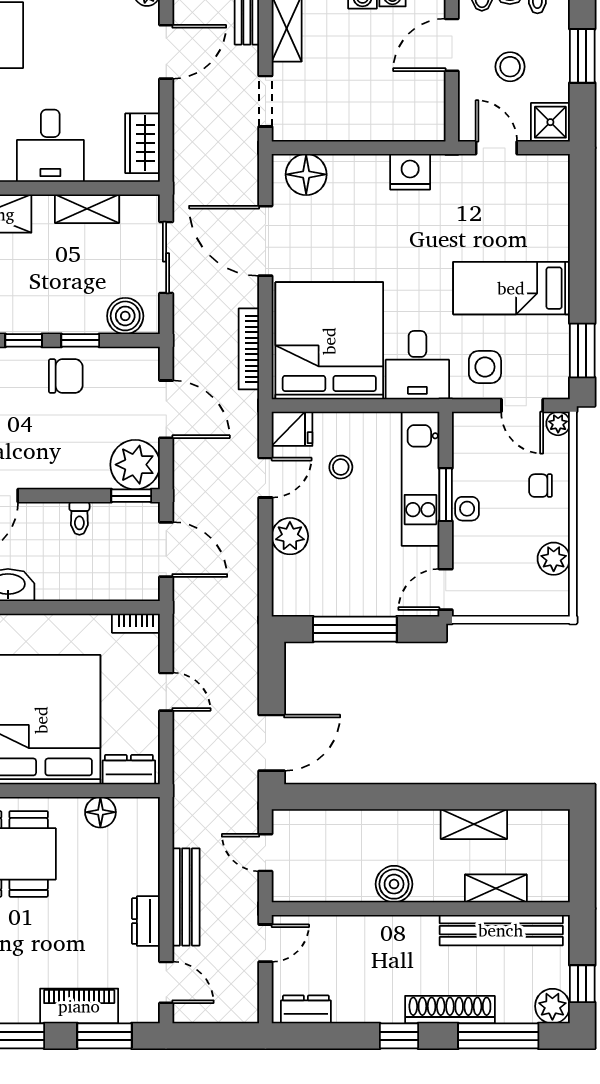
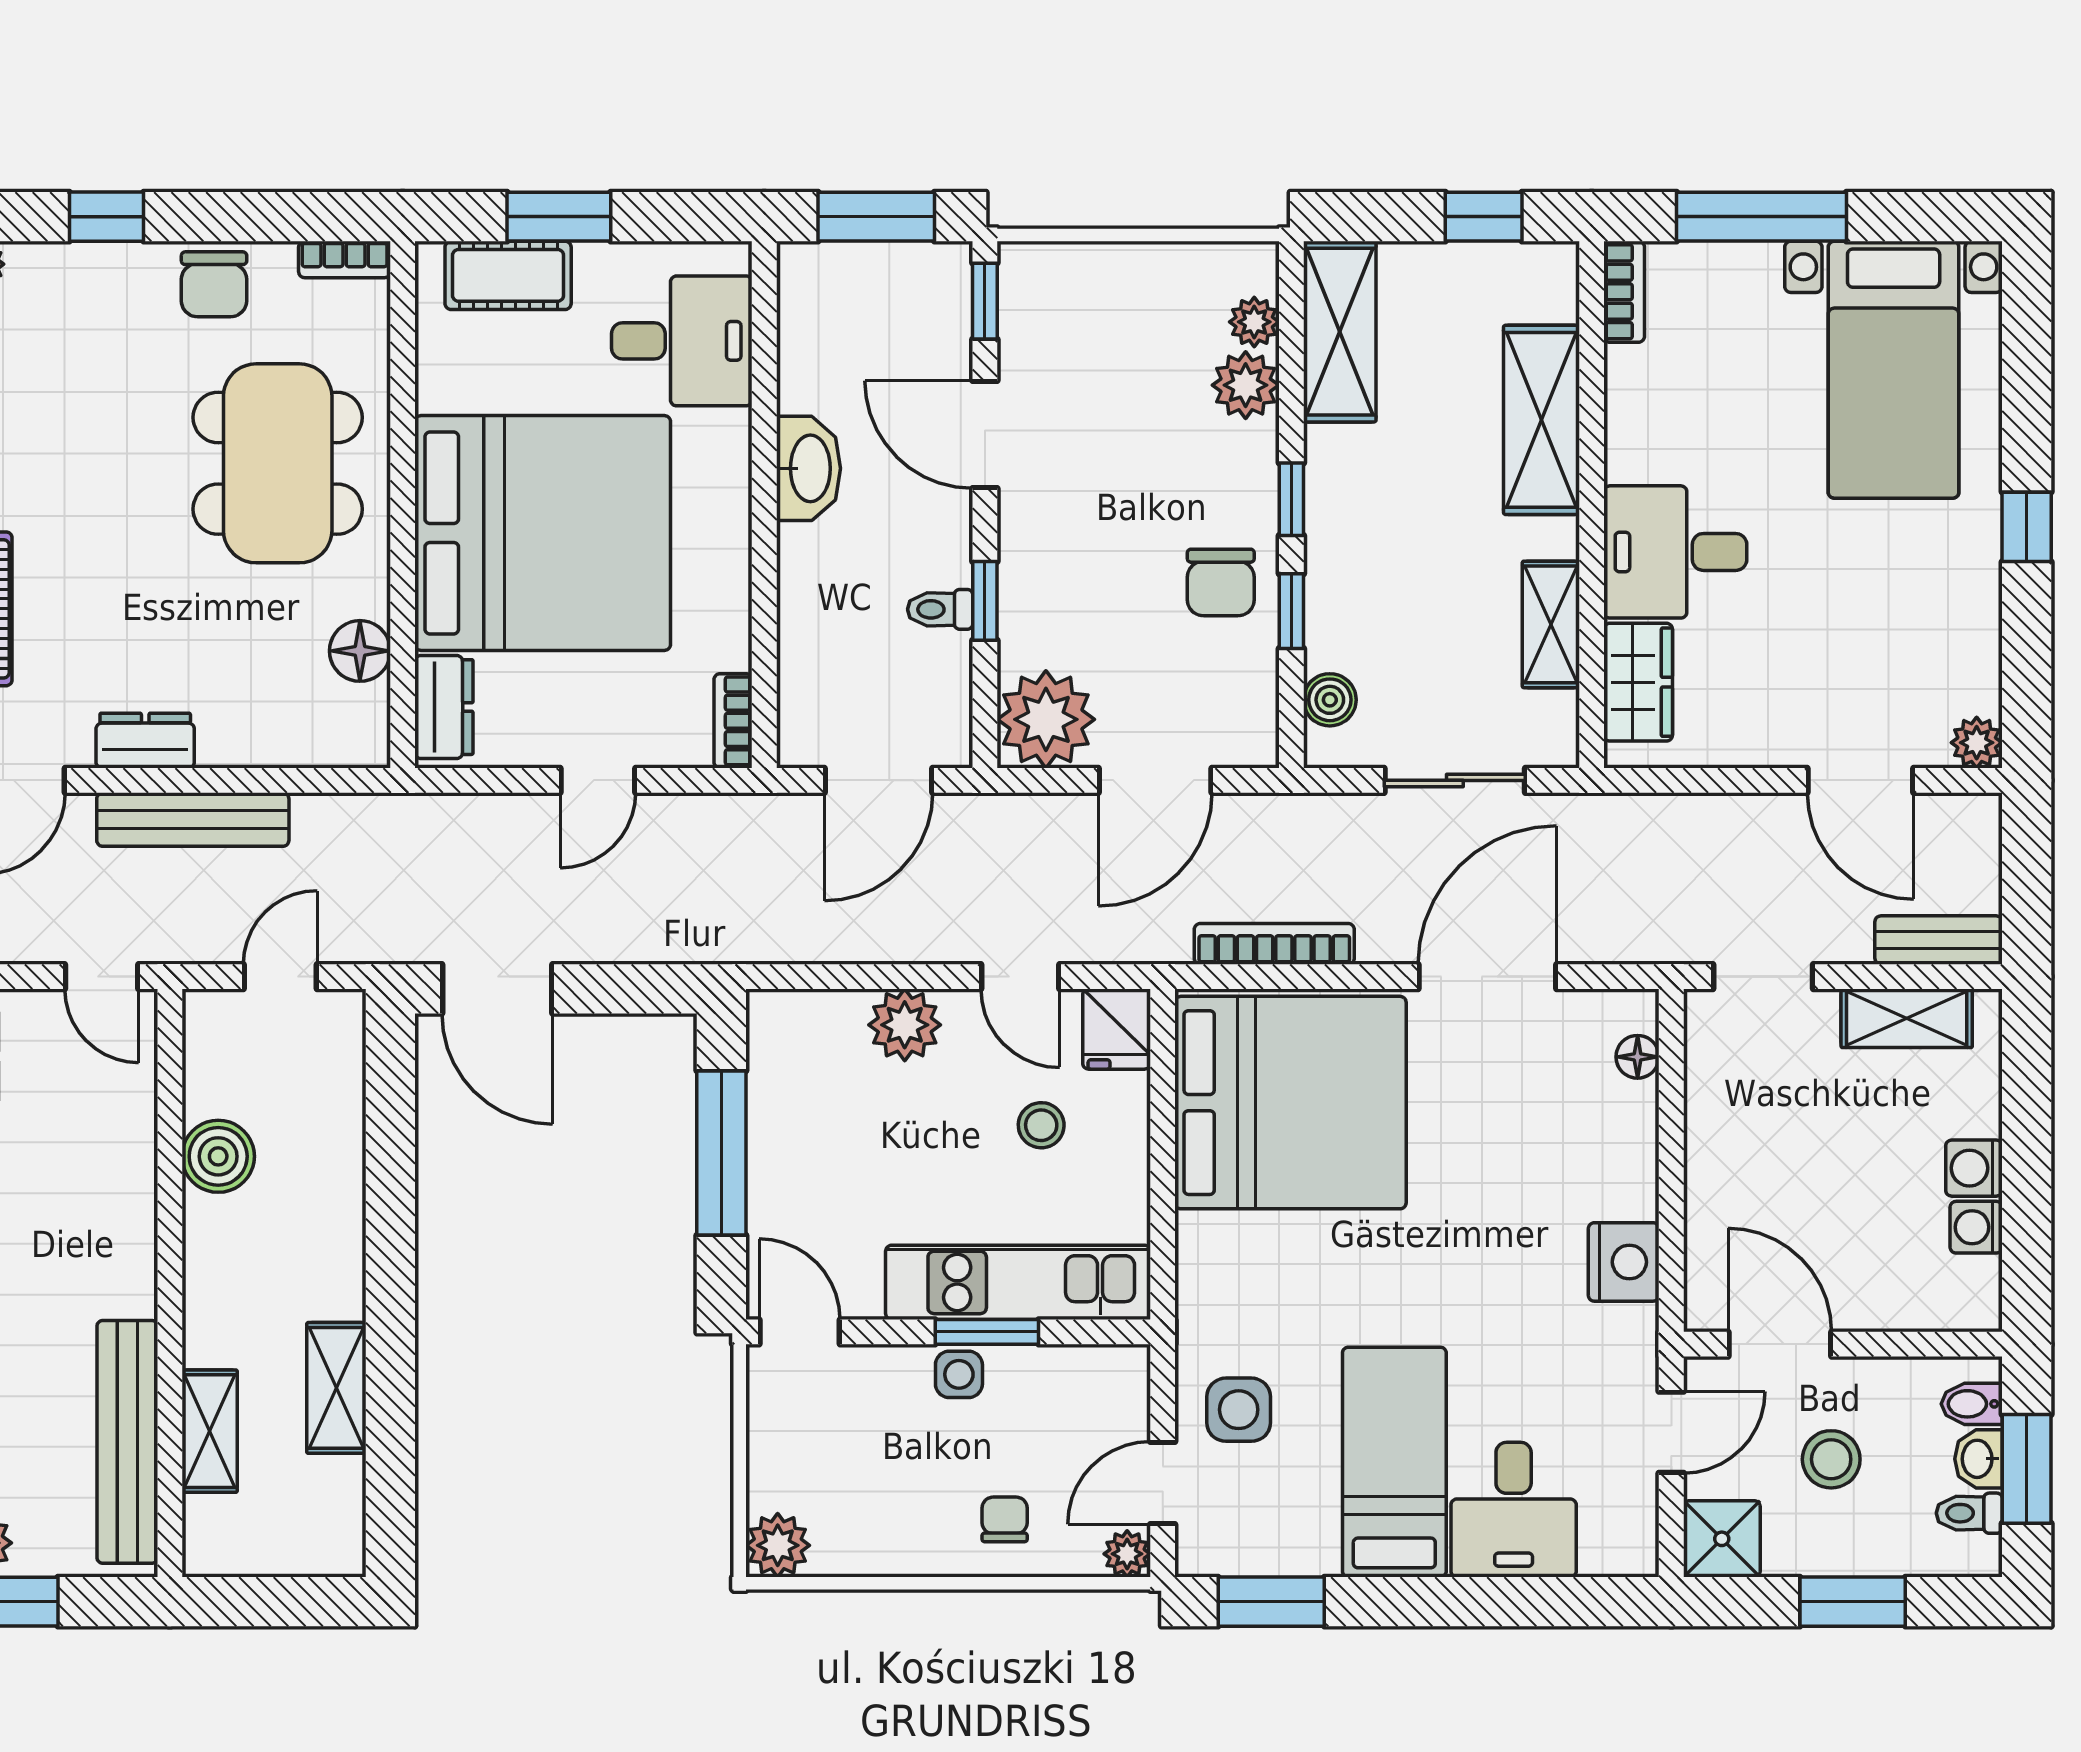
door: (452, 45) -> (1780, 1344), moved
wardrobe: (143, 143) -> (1638, 682), moved, turned 90
floor lamp: (306, 174) -> (1638, 1057), width x0.53, depth x0.53
boiler: (125, 316) -> (1330, 700), width x0.73, depth x0.73
desk: (417, 365) -> (1514, 1510), moved, turned -90
window: (131, 496) -> (985, 601), moved
plant: (554, 559) -> (778, 1545), moved
boiler: (394, 884) -> (218, 1156), moved

